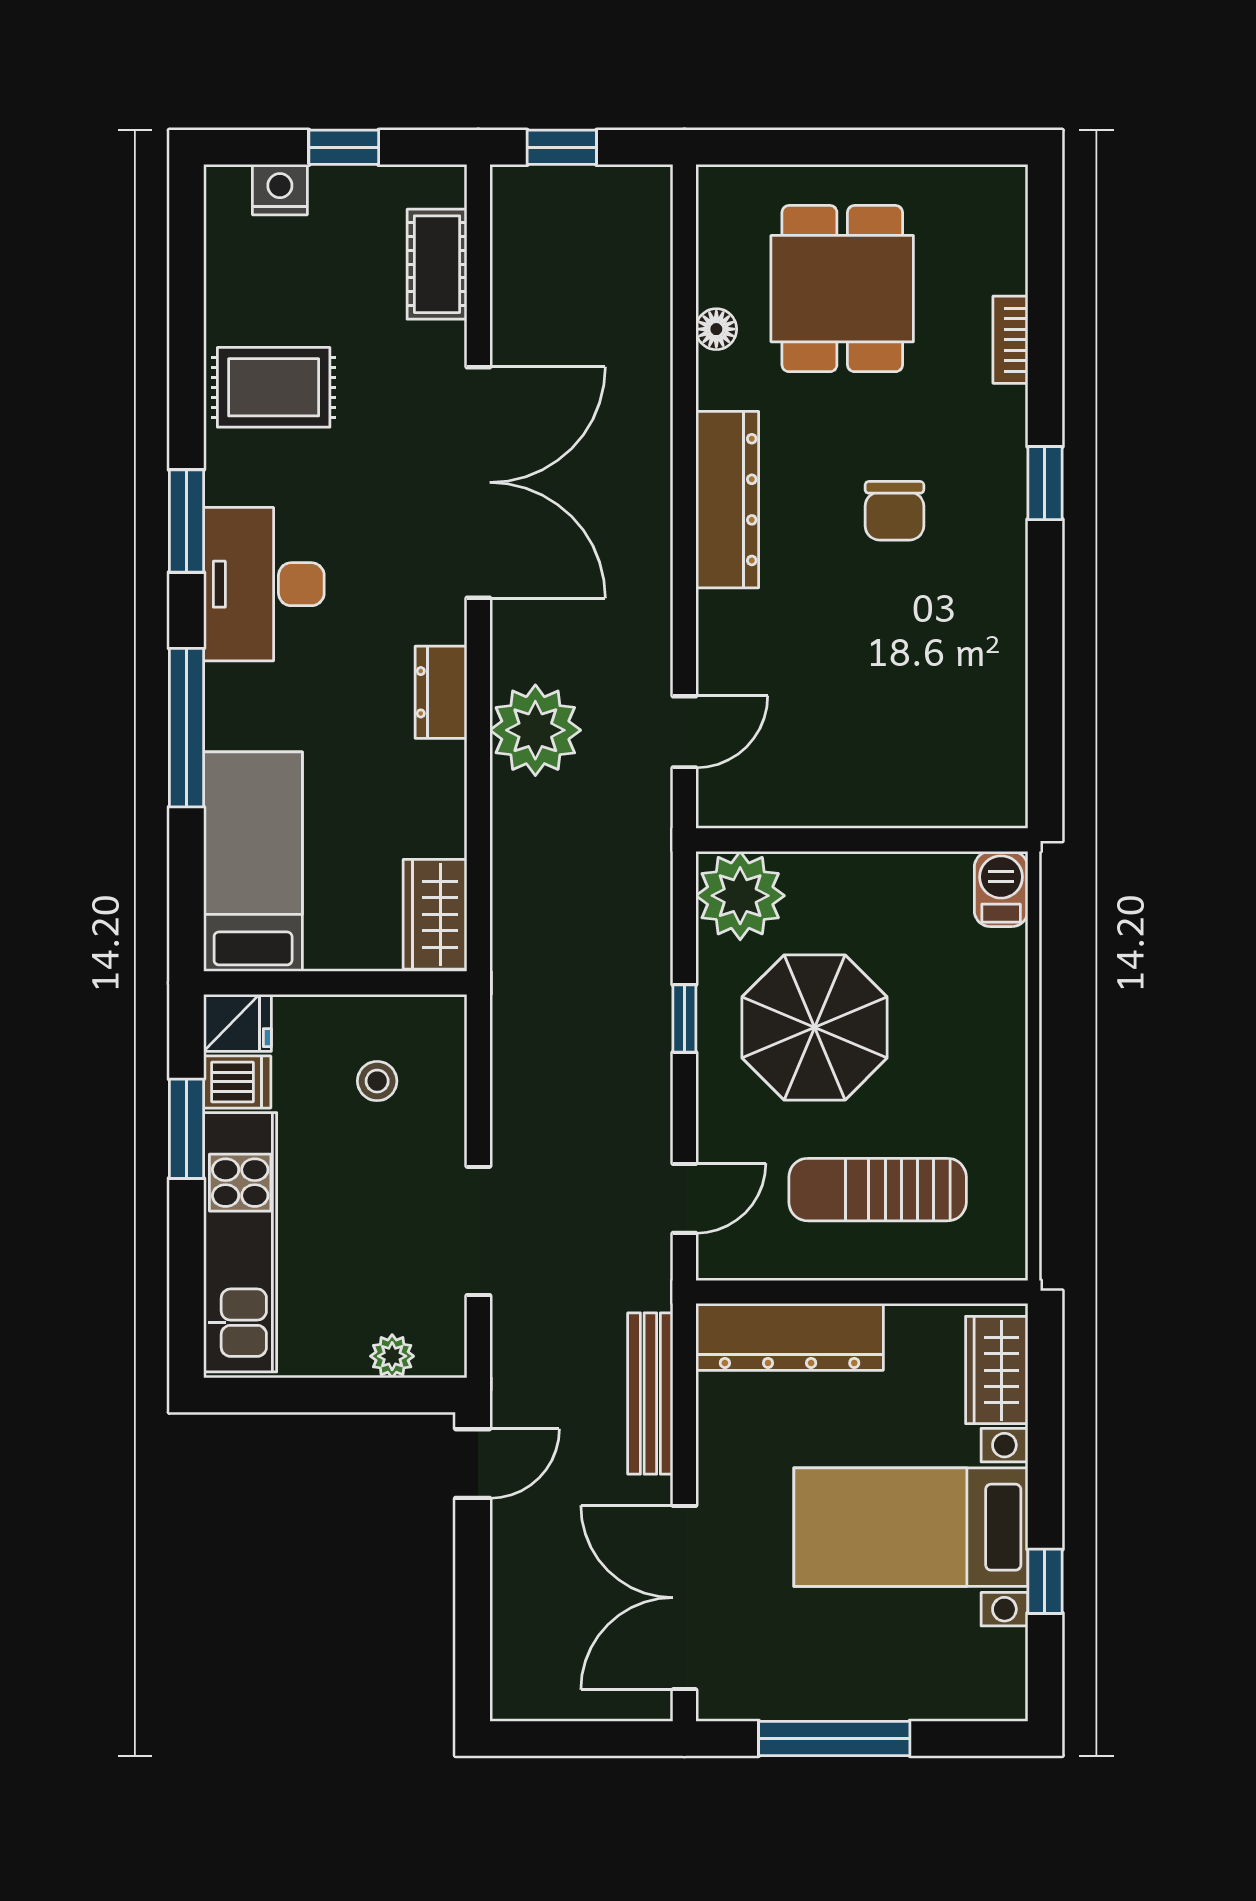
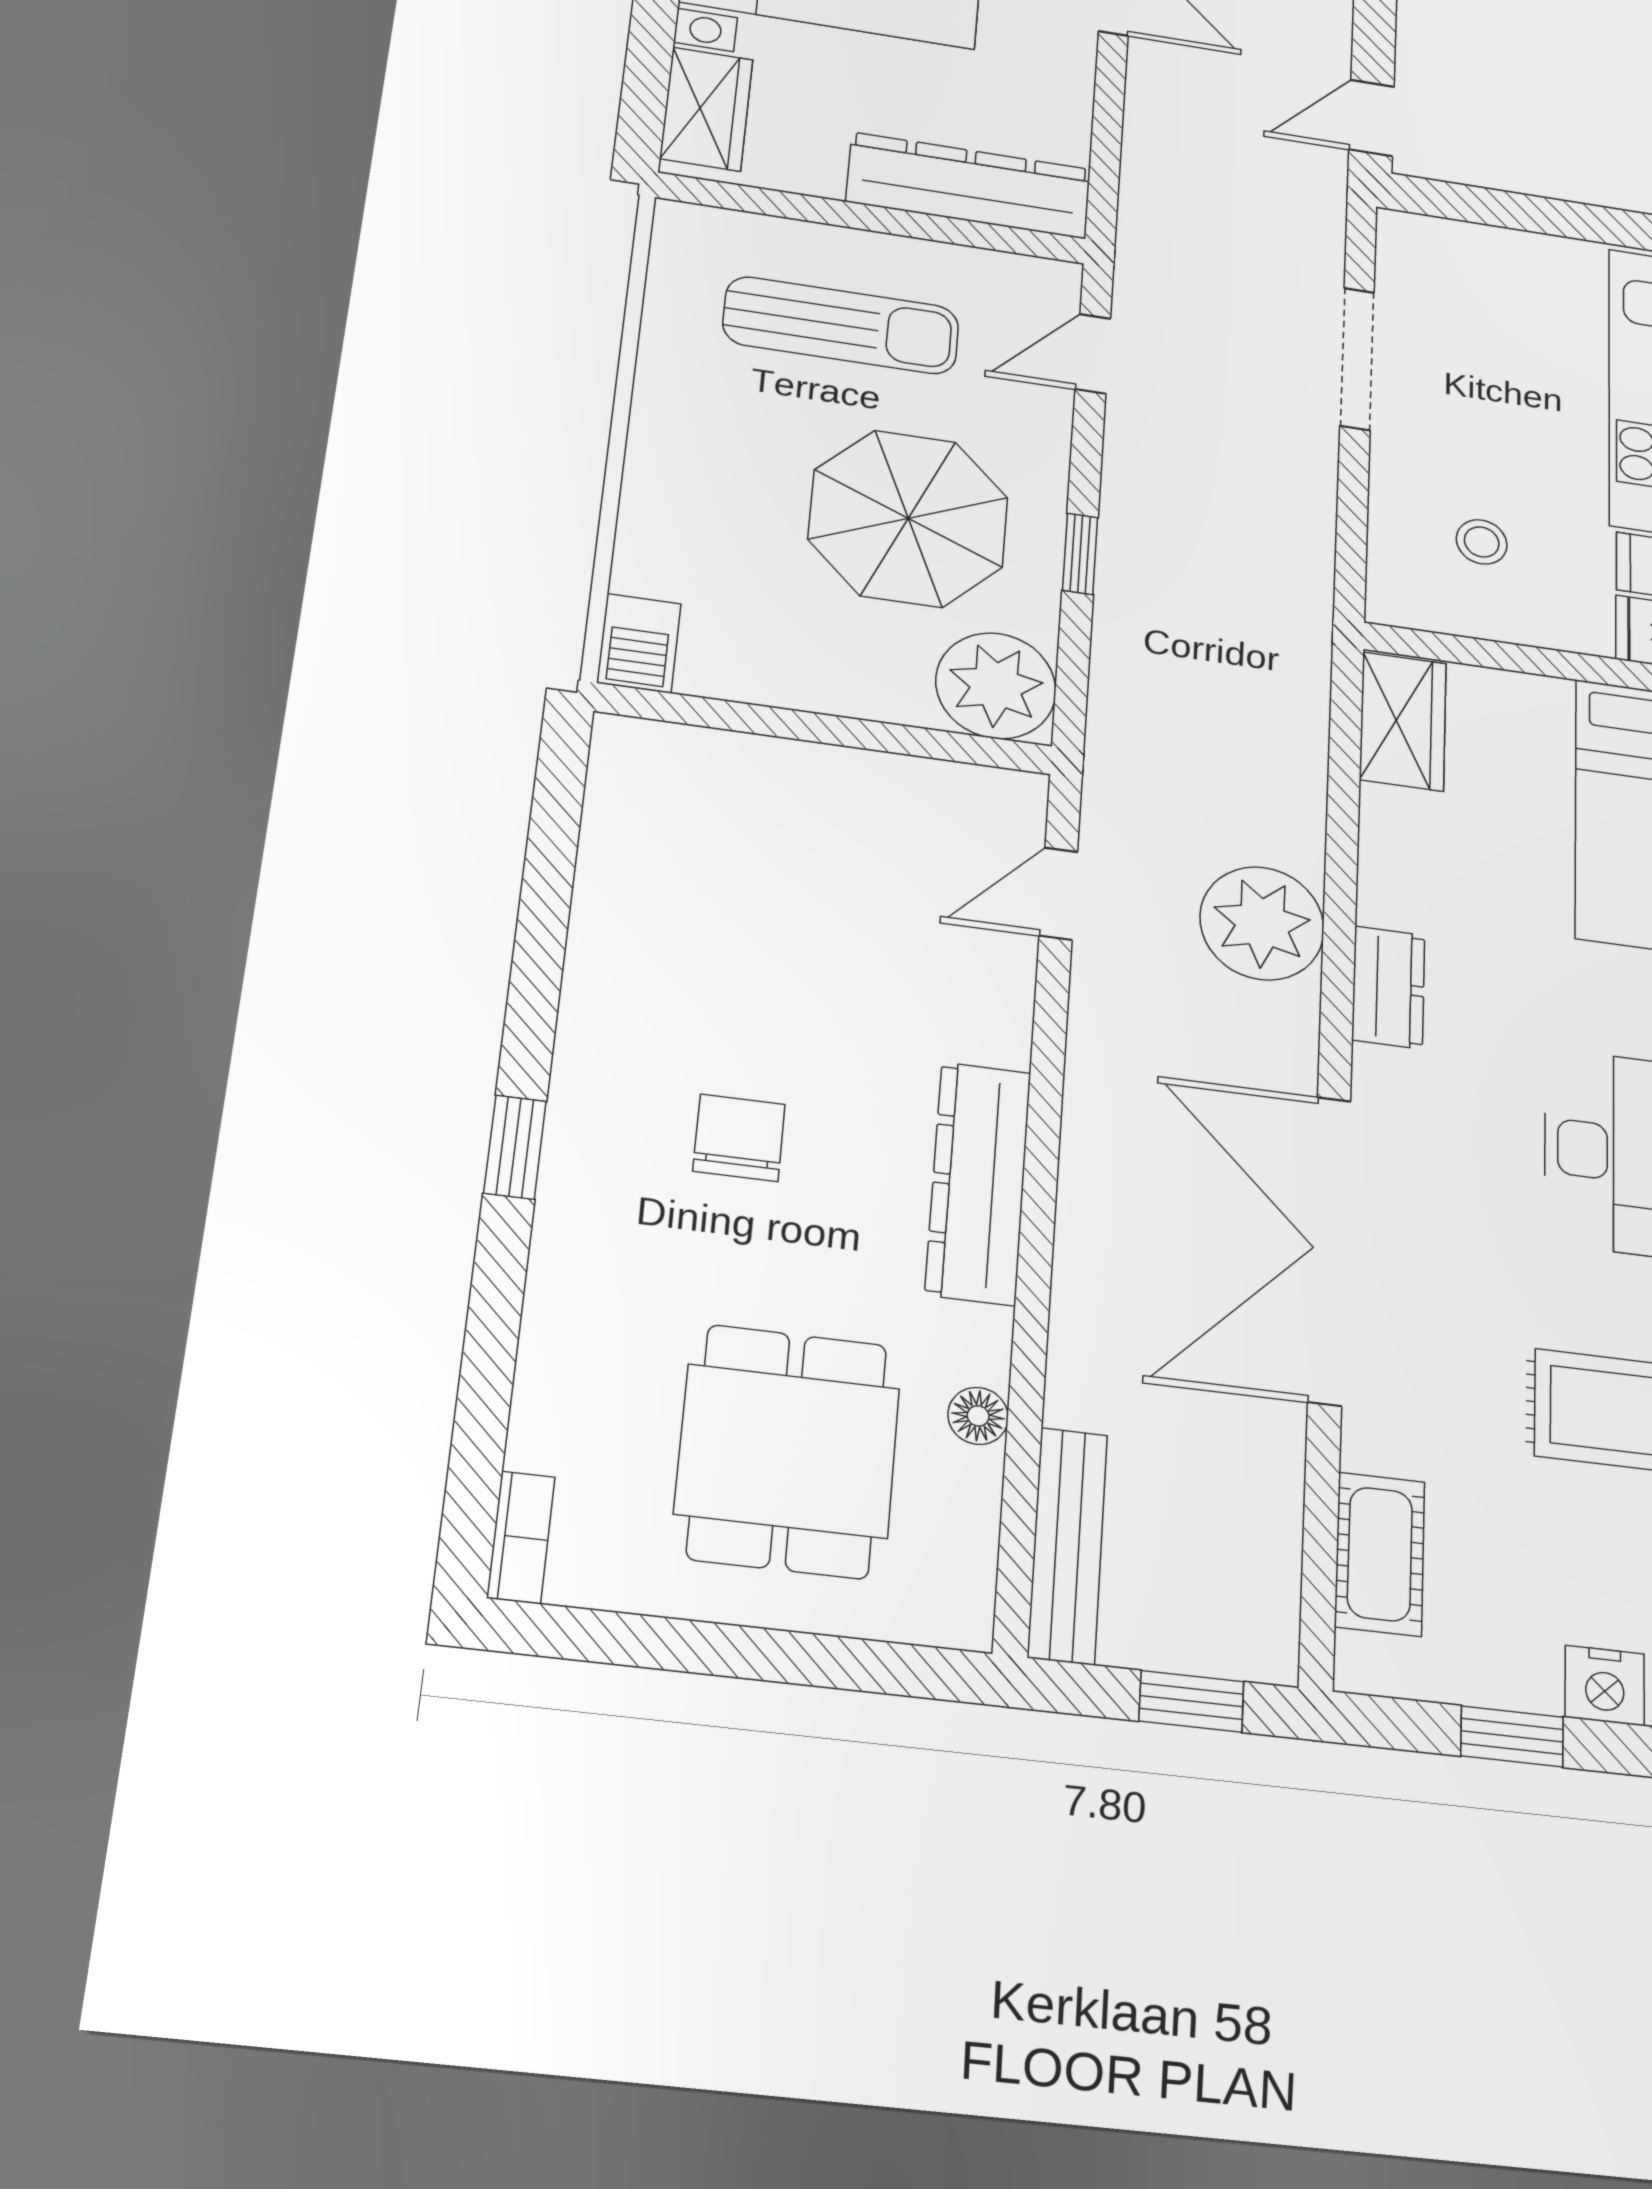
bookcase: (1010, 340) -> (521, 1537), moved
plant: (392, 1356) -> (1468, 244), removed
bench: (650, 1393) -> (1068, 1545), moved

